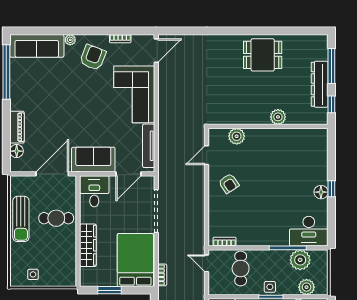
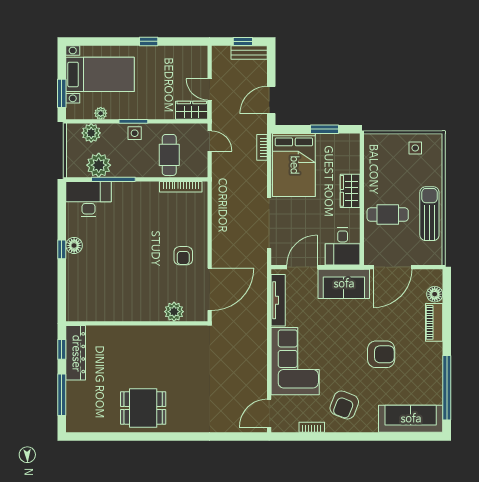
plant: (70, 40) -> (371, 426), removed
dresser: (320, 84) -> (76, 353), moved
armchair: (62, 100) -> (381, 354), added
plant: (278, 117) -> (125, 335), removed
door: (207, 155) -> (210, 289), width x1.88
armchair: (229, 183) -> (183, 256), turned -146
bookcase: (224, 242) -> (181, 187), width x1.56
wardrobe: (88, 245) -> (350, 191), width x0.67
door: (207, 263) -> (210, 141), moved

